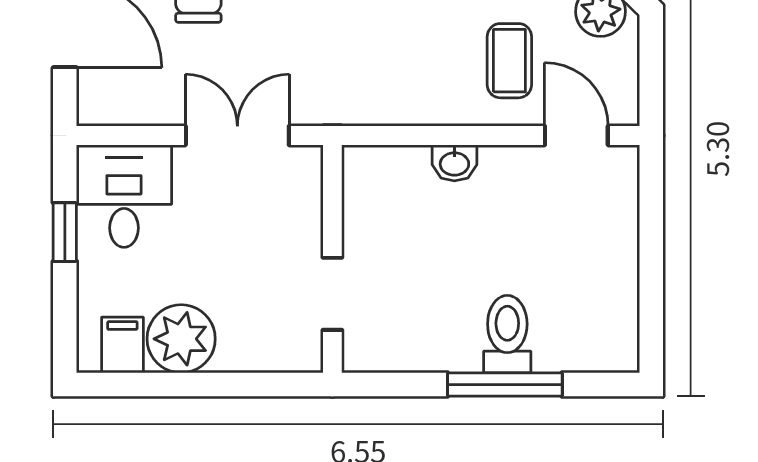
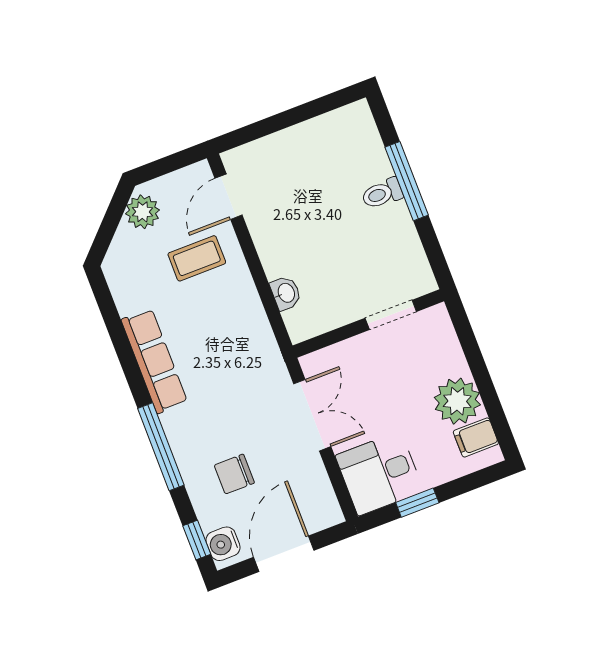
double door: (237, 136) -> (312, 415), swing flipped
washbasin: (454, 163) -> (286, 293), moved
toilet: (507, 334) -> (382, 193), width x0.73, depth x0.72

